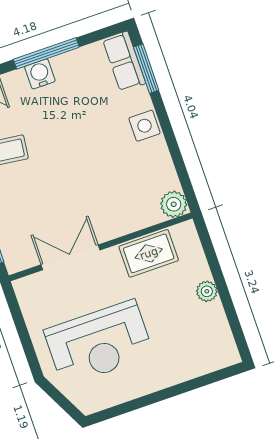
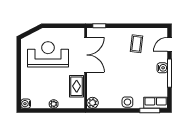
double door: (70, 257) -> (86, 55), width x1.37
reception desk: (99, 343) -> (48, 54), turned 90
water cooler: (228, 355) -> (26, 104), added

